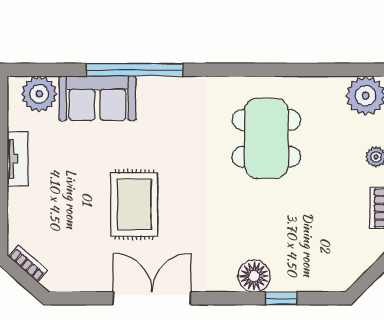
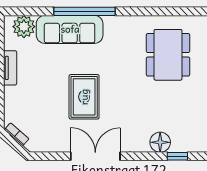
sofa: (97, 98) -> (70, 29), width x1.36

